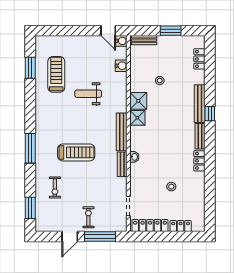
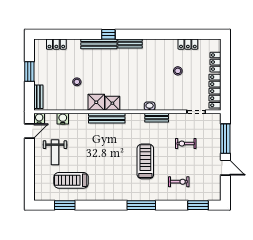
weight bench: (88, 94) -> (55, 152), moved
bench: (122, 132) -> (107, 118), moved
locker: (199, 161) -> (188, 44), moved
exercise bike: (88, 217) -> (186, 144), moved

